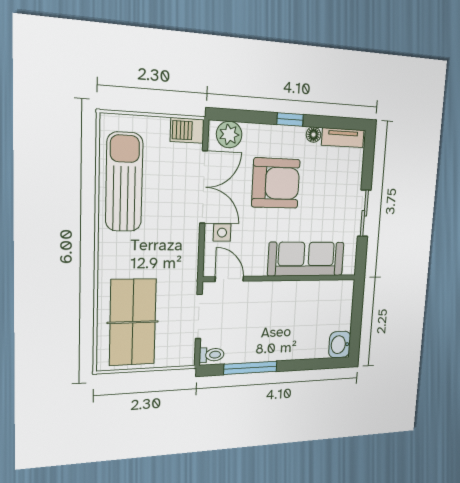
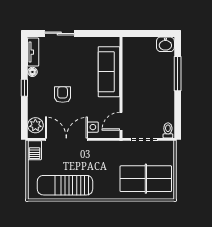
armchair: (276, 183) -> (63, 95), width x0.53, depth x0.53
sliding door: (364, 213) -> (59, 33), moved
window: (251, 368) -> (178, 74), moved

